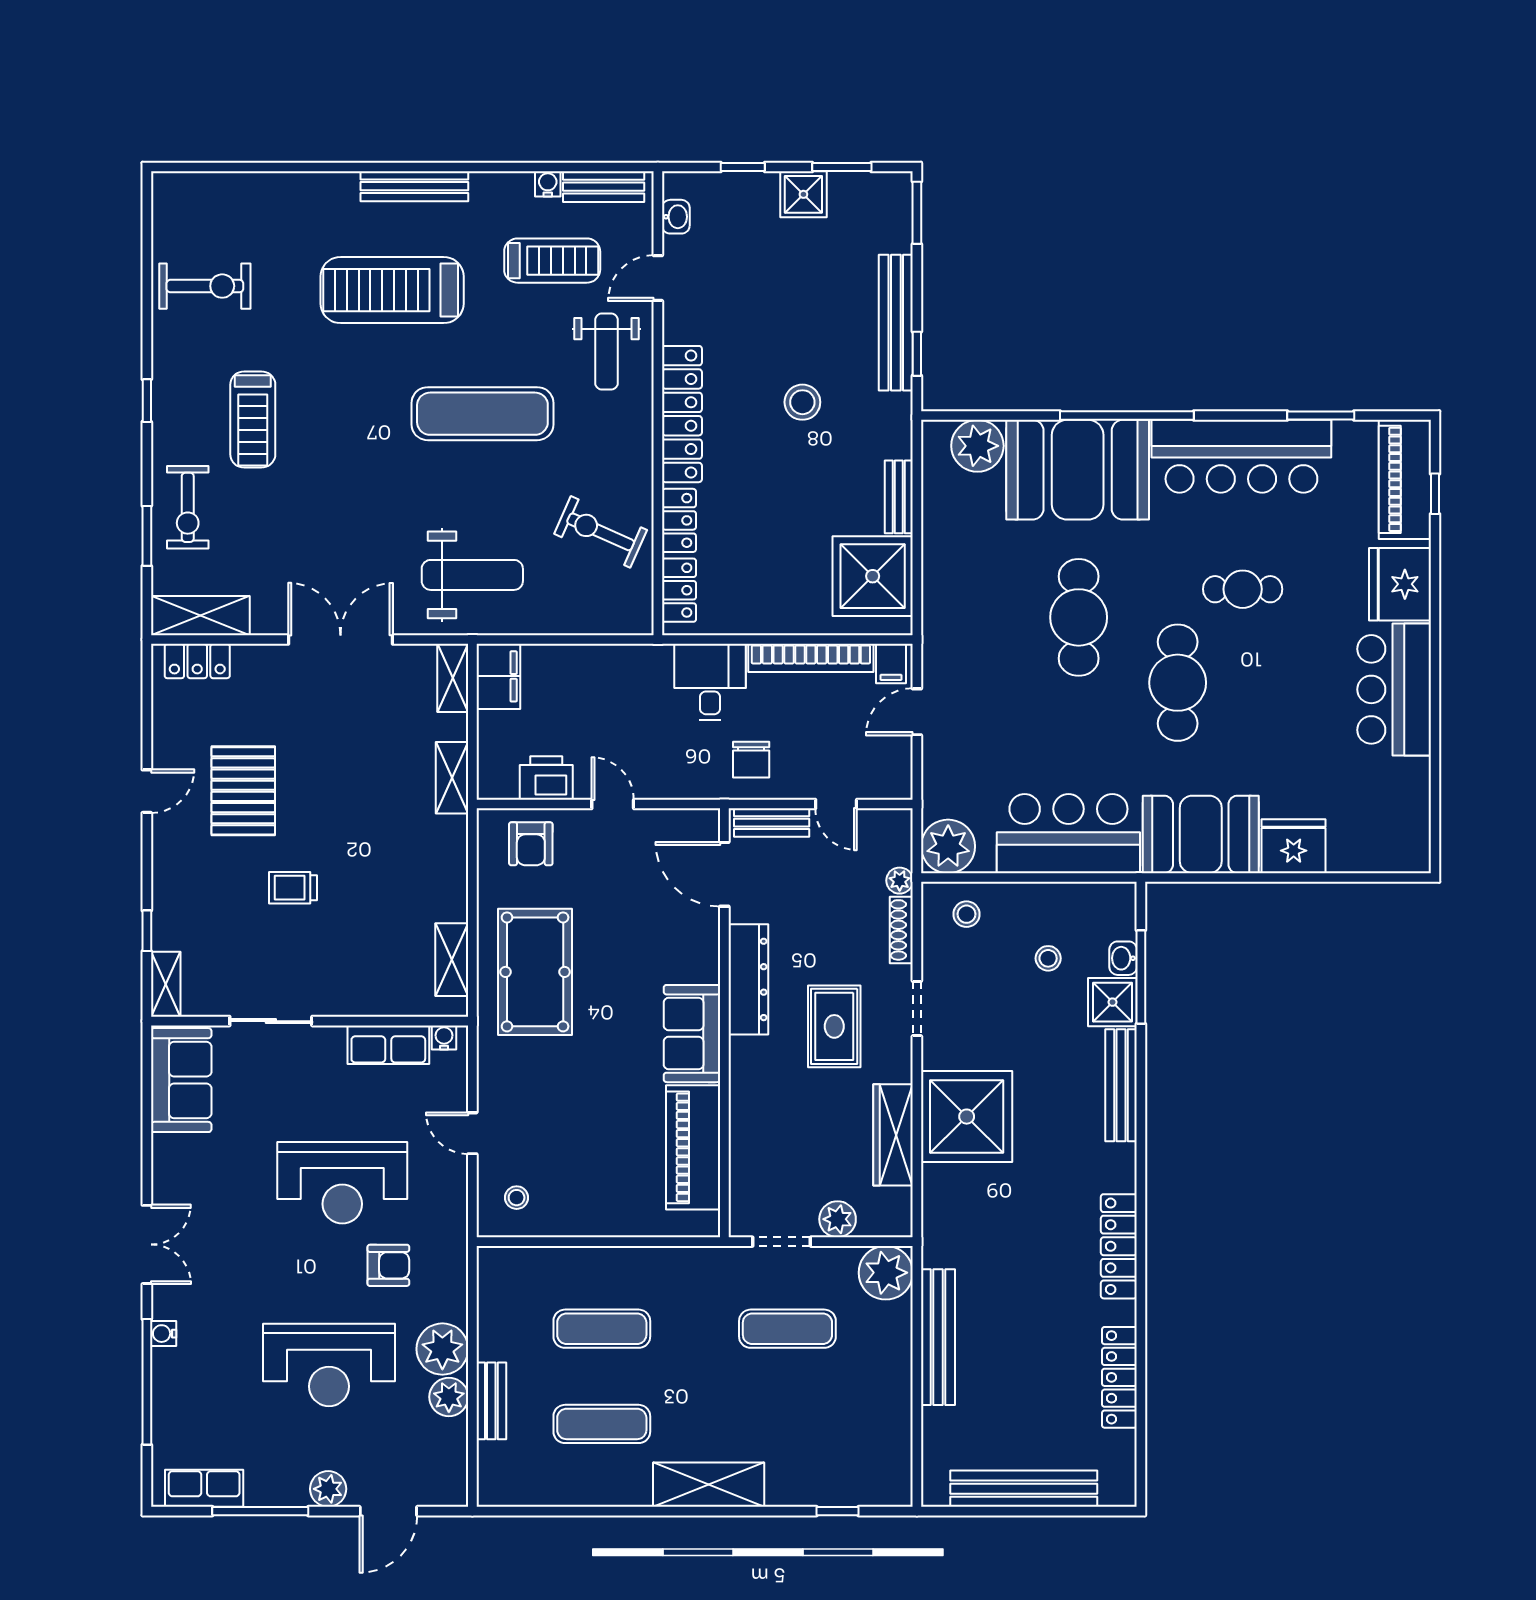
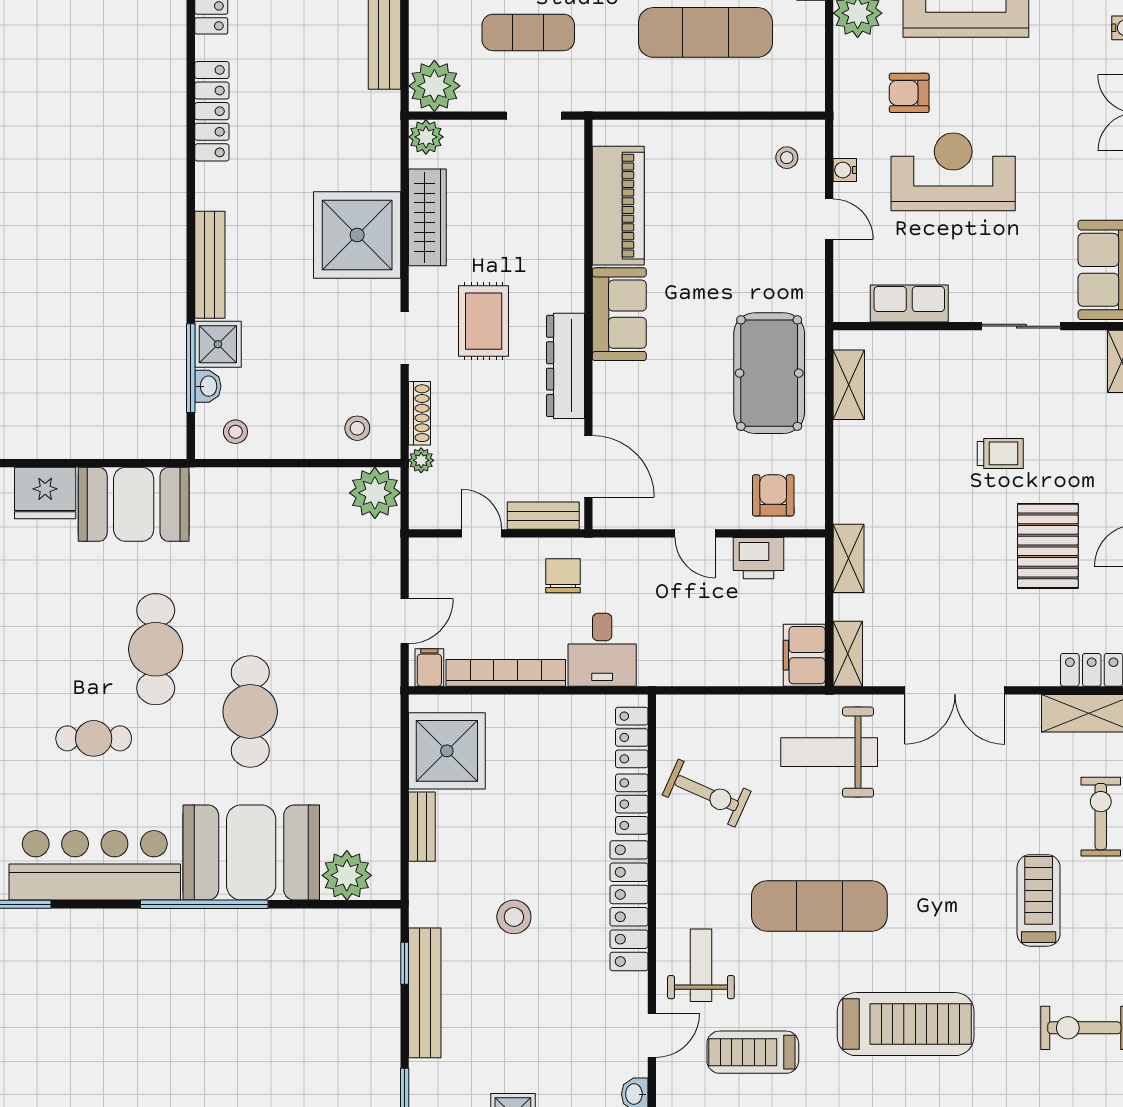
bar counter: (1068, 834) -> (260, 505), removed
stool: (1048, 958) -> (235, 432), moved
water cooler: (444, 1037) -> (845, 170), moved, turned 90
plant: (838, 1219) -> (426, 137), moved
exercise mat: (602, 1329) -> (705, 32), width x1.36, depth x1.45

